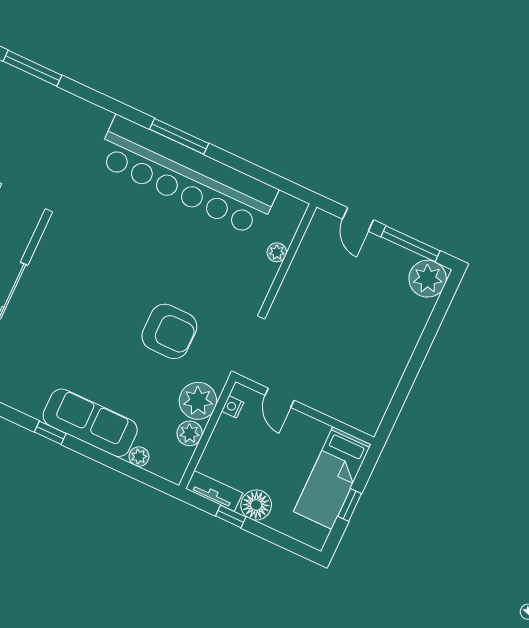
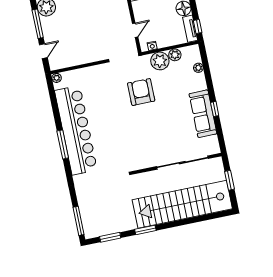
plant: (277, 252) -> (57, 78), moved
sofa: (90, 423) -> (203, 114), moved
window: (231, 516) -> (198, 26), moved

